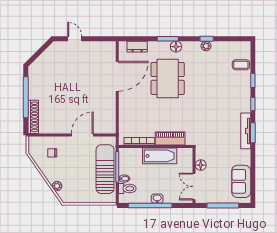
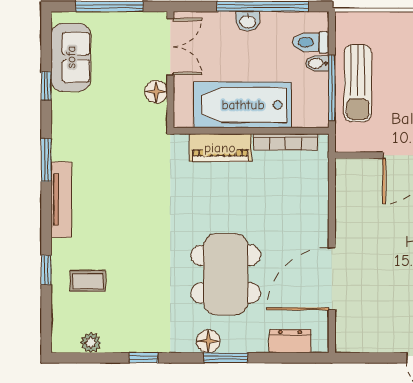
plant: (206, 46) -> (91, 343), moved
coffee table: (241, 65) -> (88, 281), moved
window: (253, 104) -> (46, 86), moved
tv unit: (246, 131) -> (61, 200), moved
bathtub: (160, 156) -> (243, 105), width x1.36, depth x1.36
sun lounger: (105, 169) -> (358, 83), width x0.73, depth x0.75

